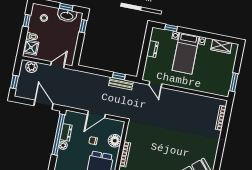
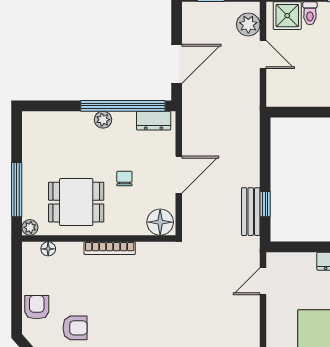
door: (58, 65) -> (263, 54), moved
door: (96, 114) -> (179, 175), swing flipped
dresser: (66, 132) -> (154, 121), moved
floor lamp: (115, 141) -> (160, 222), moved

